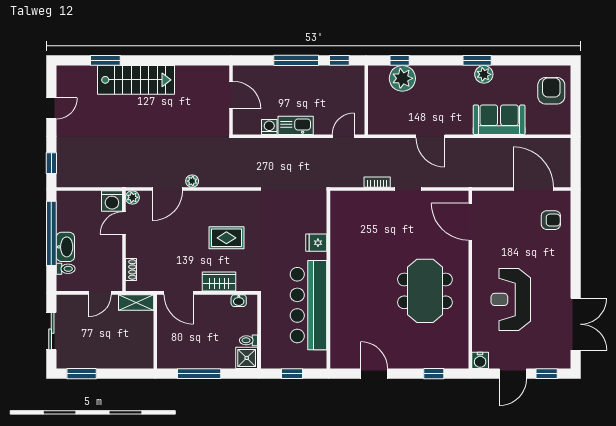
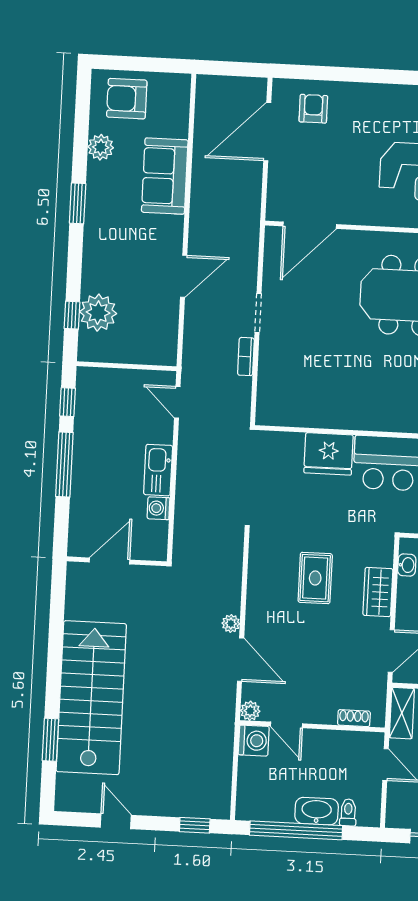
plant: (484, 74) -> (101, 147), moved
stairs: (136, 80) -> (91, 698), width x1.36, depth x1.51
fridge: (316, 243) -> (329, 454), width x1.88, depth x1.34

